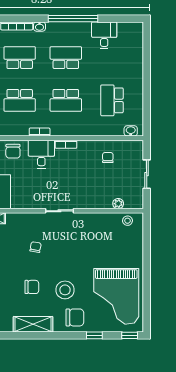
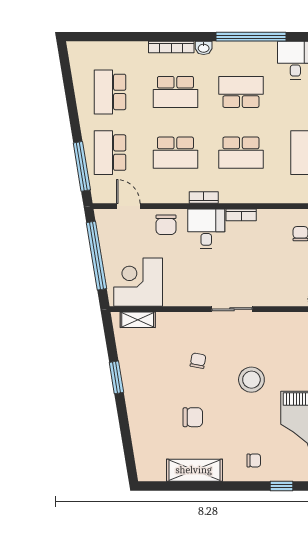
school desk: (20, 58) -> (175, 92), turned 180
stool: (65, 290) -> (251, 380), moved
chair: (75, 317) -> (254, 460), width x0.54, depth x0.54

